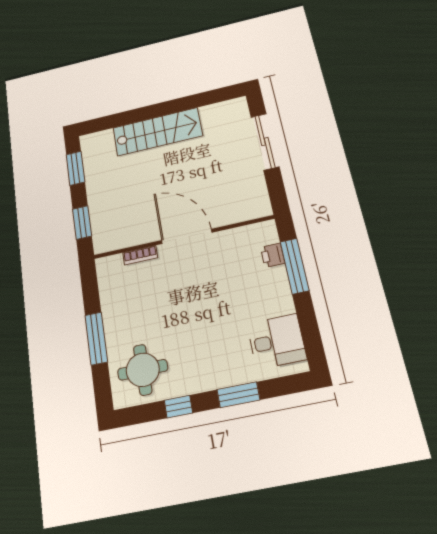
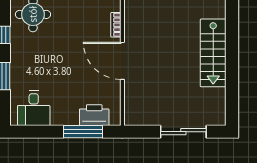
door: (187, 236) -> (122, 61), swing flipped
printer: (273, 255) -> (94, 115), width x1.87, depth x1.48

